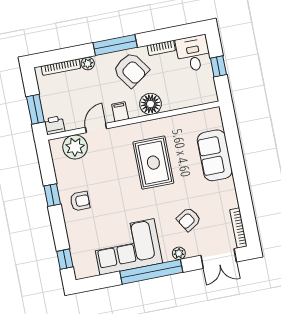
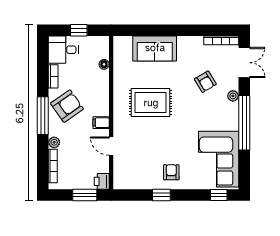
floor lamp: (151, 104) -> (104, 64), moved, width x0.53, depth x0.53
plant: (75, 147) -> (124, 167), removed
corner sofa: (127, 247) -> (219, 159), moved

